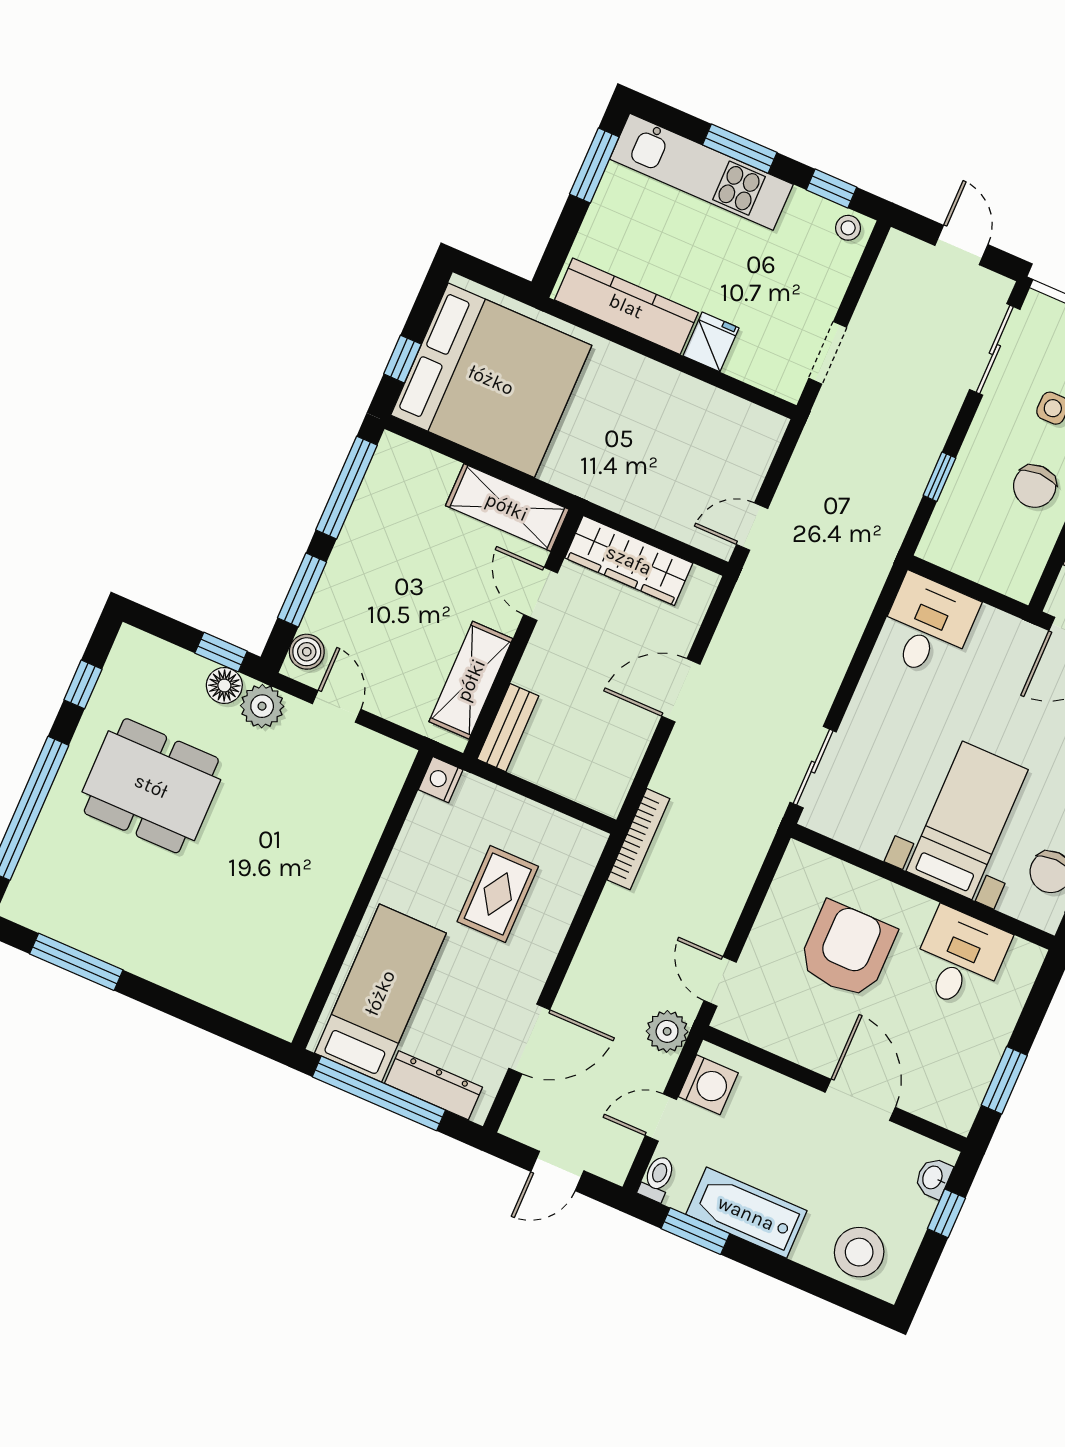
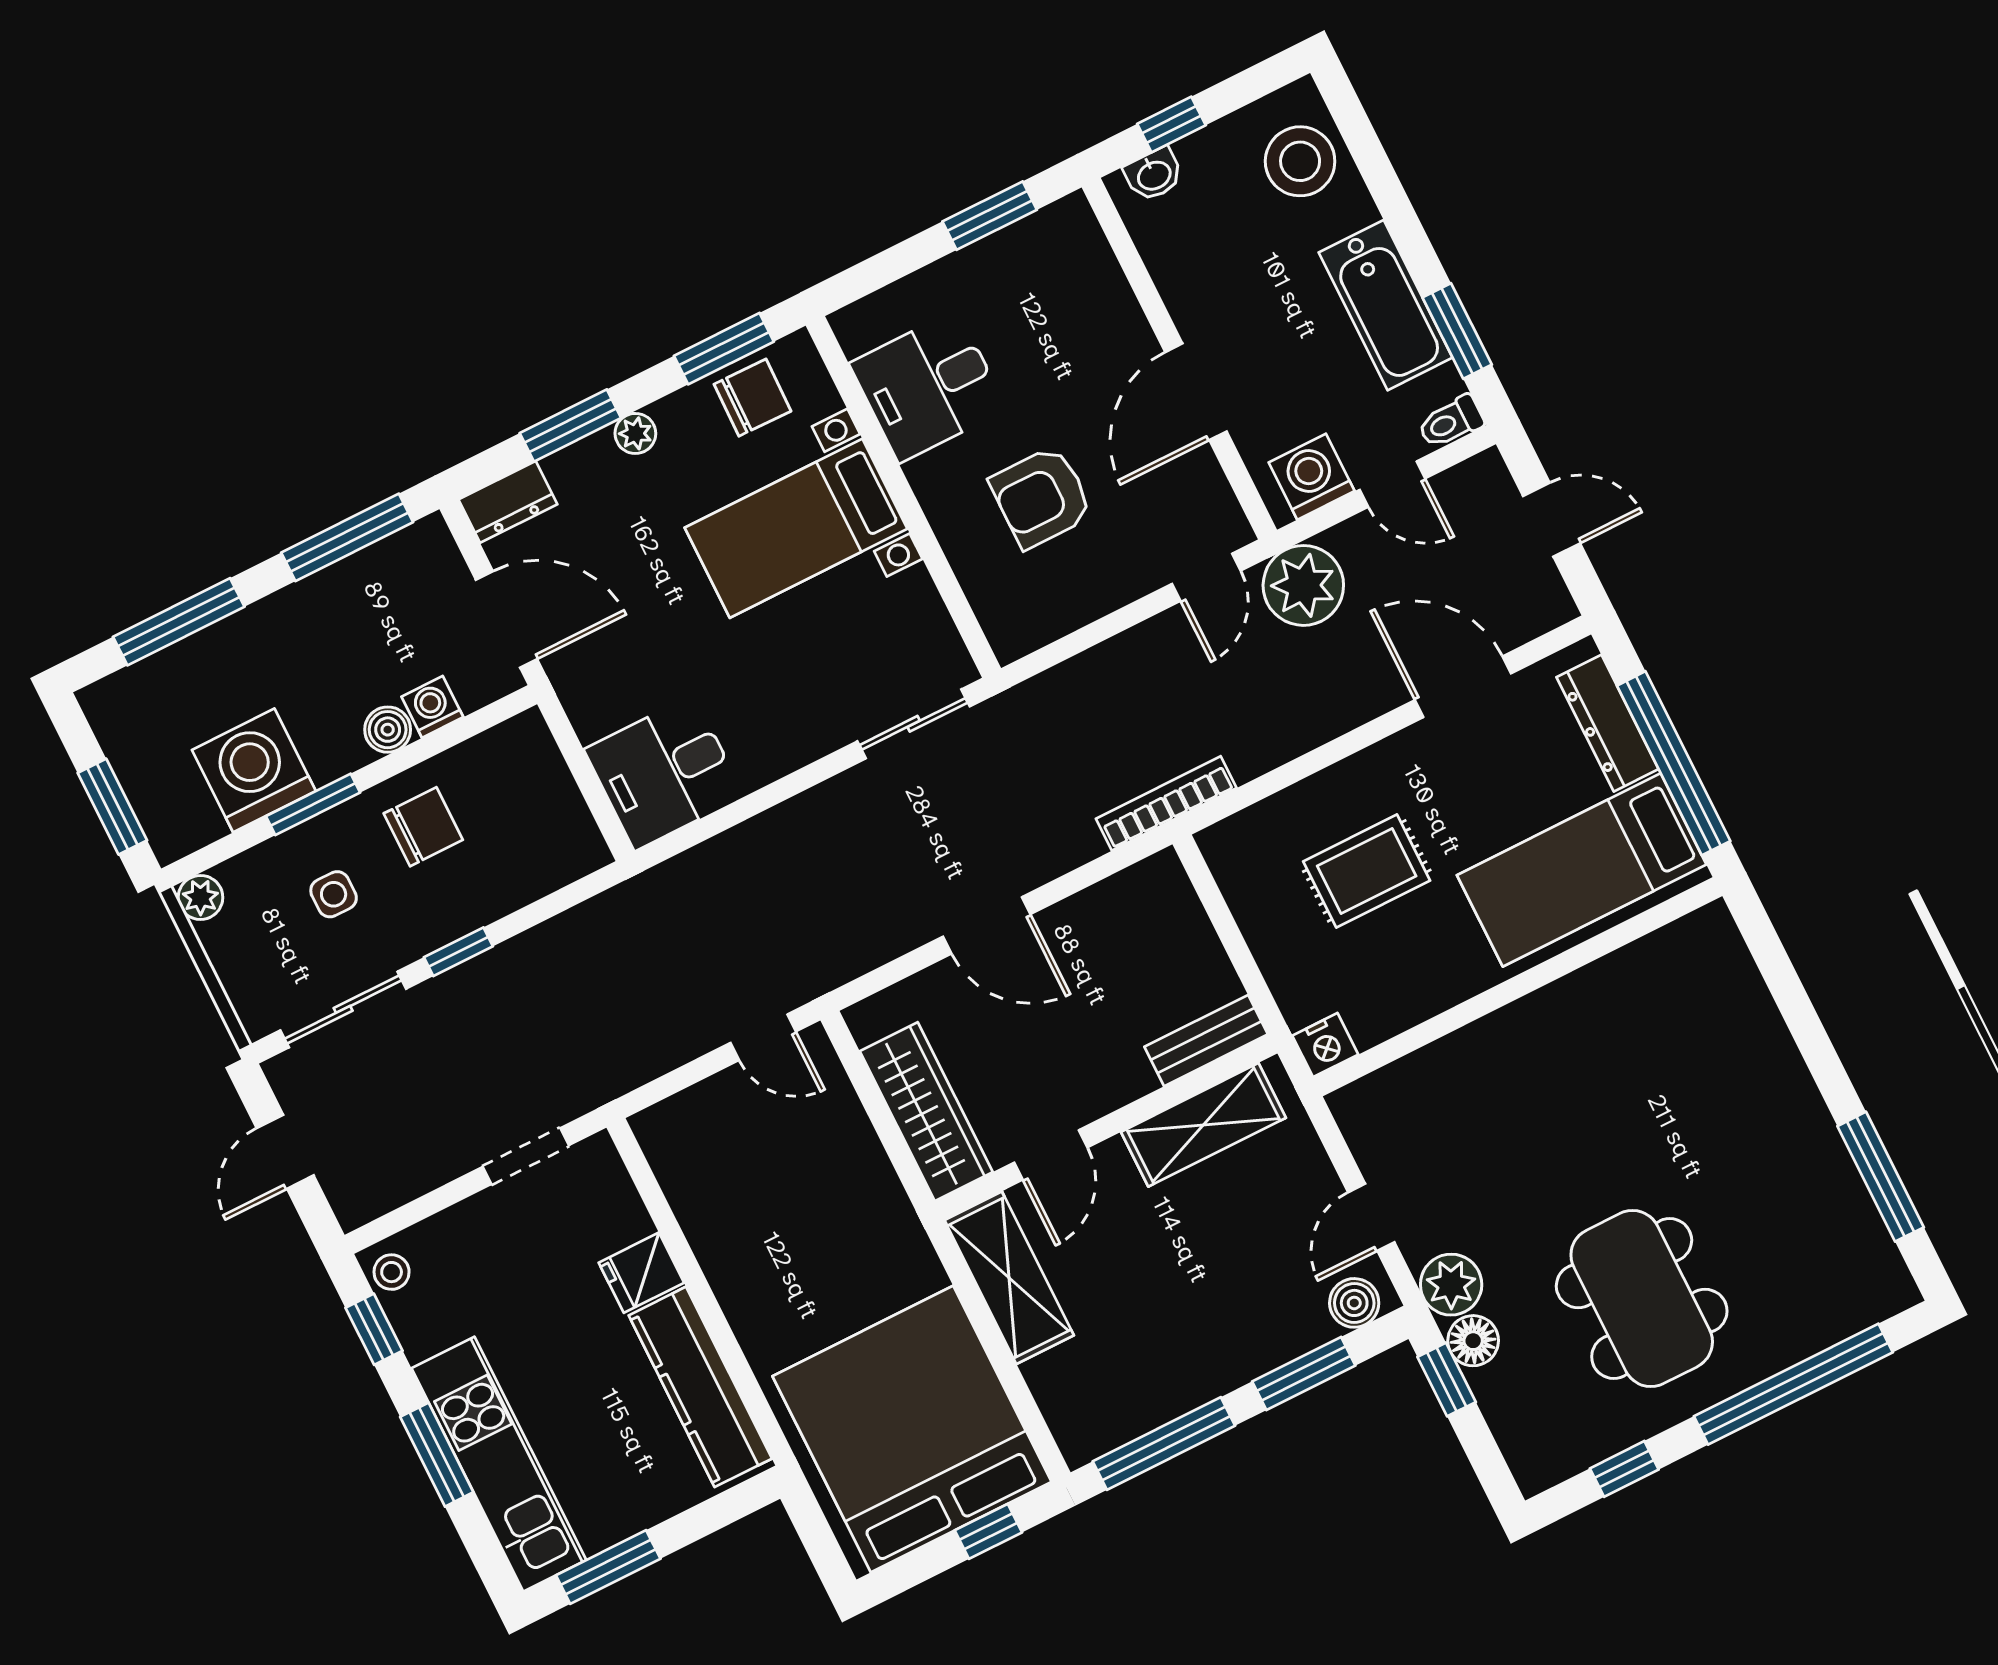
window: (939, 477) -> (458, 952), moved
armchair: (847, 950) -> (1041, 497), width x0.73, depth x0.73
plant: (667, 1031) -> (1303, 585), width x1.36, depth x1.36
door: (860, 1100) -> (1196, 392), moved

